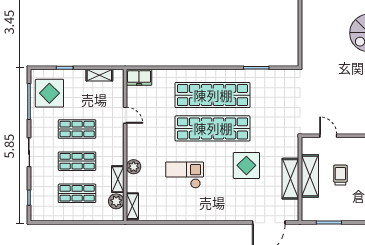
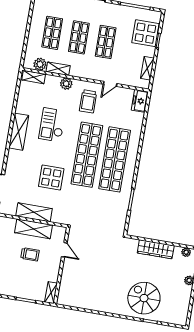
wardrobe: (309, 29) -> (156, 249), added
display table: (49, 93) -> (145, 33), moved
door: (328, 136) -> (64, 250), hinge flipped
trolley: (150, 138) -> (88, 101), added
checkout: (185, 175) -> (52, 125), turned 180
shelving: (199, 213) -> (19, 132), added

